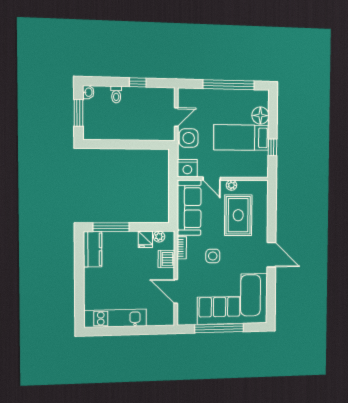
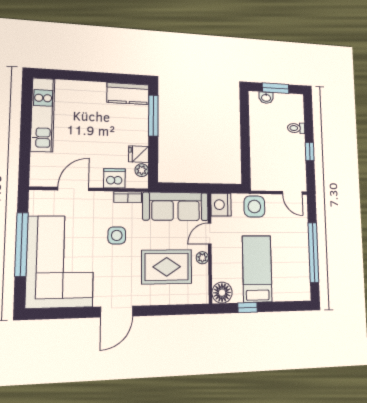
washbasin: (88, 92) -> (266, 98), moved
floor lamp: (260, 116) -> (222, 293), moved
door: (176, 117) -> (292, 193), moved

